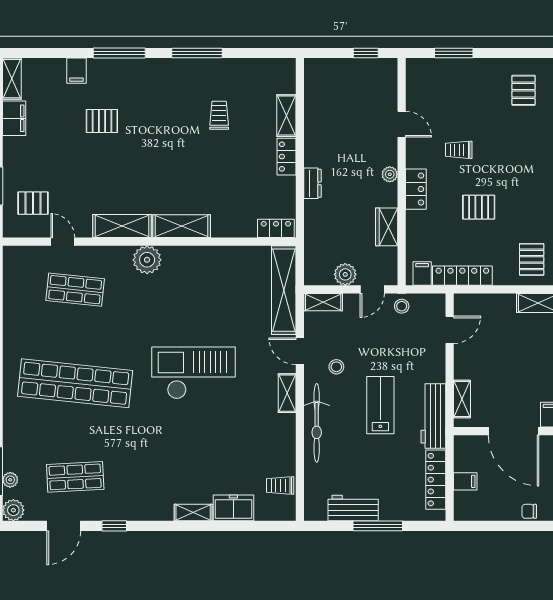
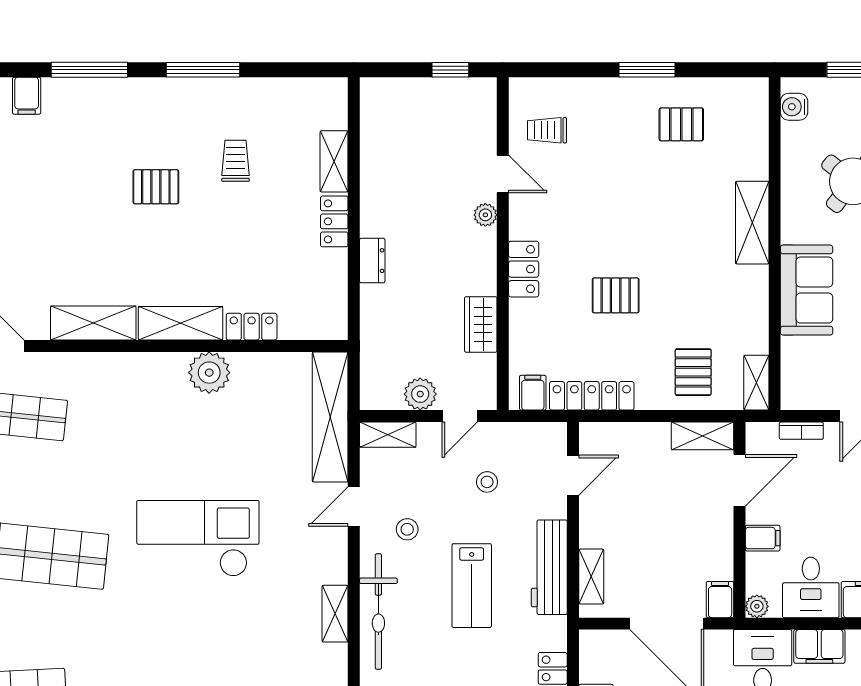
window: (454, 53) -> (647, 70), moved
pallet: (523, 90) -> (681, 124), turned 90
pallet: (102, 121) -> (156, 187), moved
trolley: (459, 150) -> (547, 130), moved
plant: (390, 174) -> (485, 215), moved
locker: (276, 228) -> (252, 327), moved
plant: (147, 260) -> (209, 373), moved
stool: (402, 306) -> (487, 482), moved
door: (300, 351) -> (354, 507), hinge flipped
shelving: (287, 393) -> (335, 614), moved
lab bench: (380, 405) -> (472, 586), turned 180
workbench: (433, 416) -> (549, 567), moved

